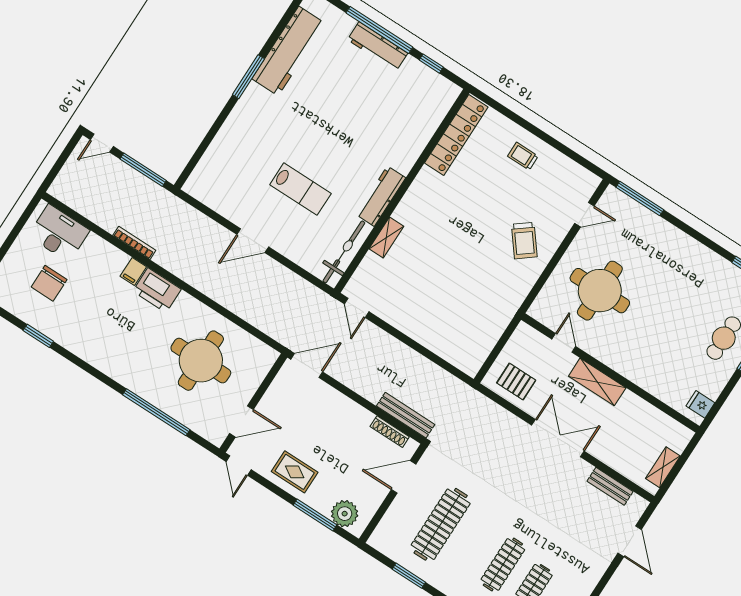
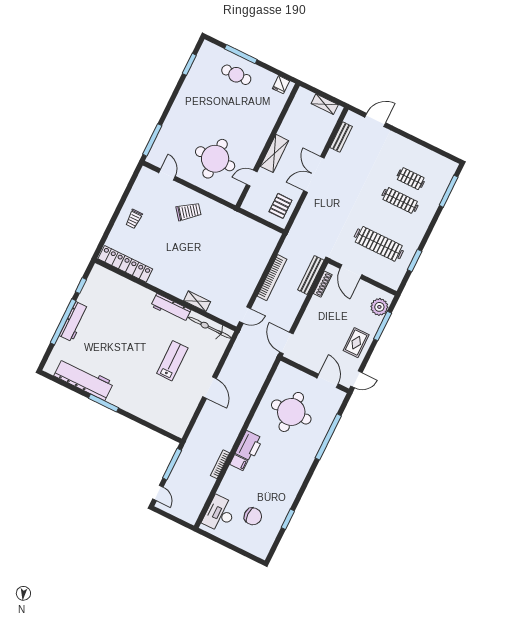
bookcase: (409, 356) -> (272, 278), added

